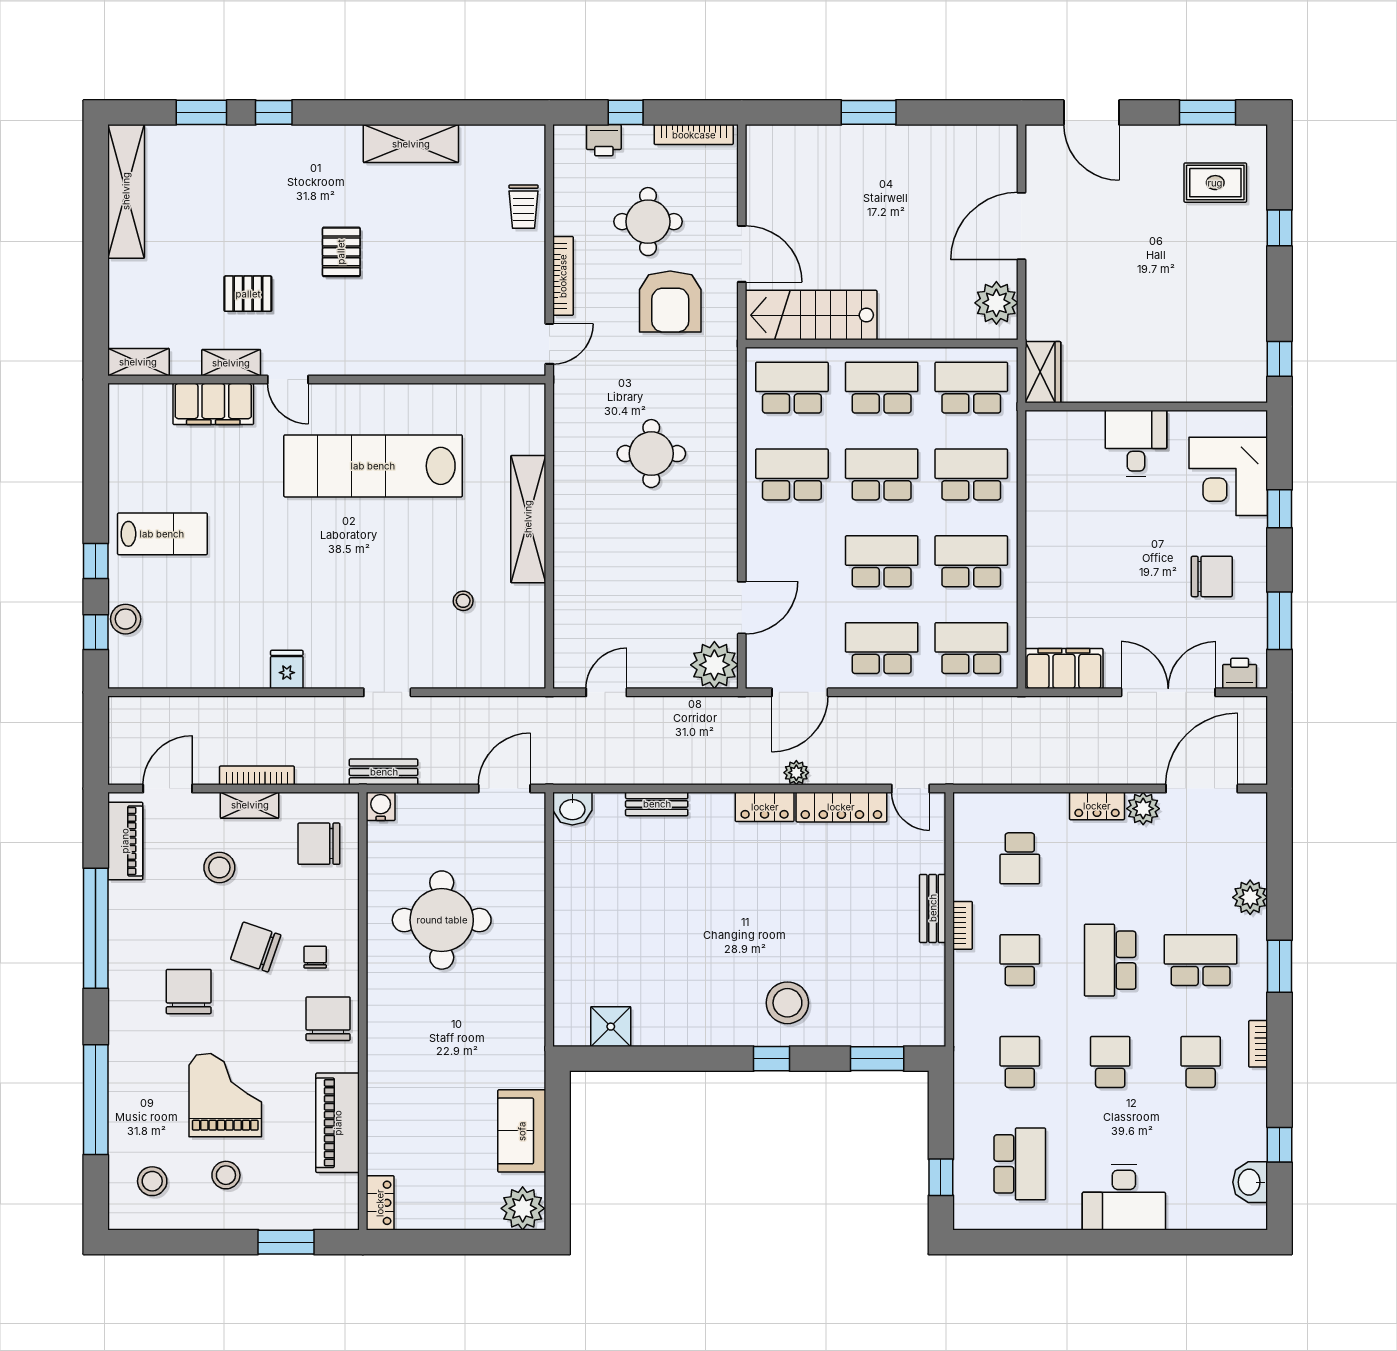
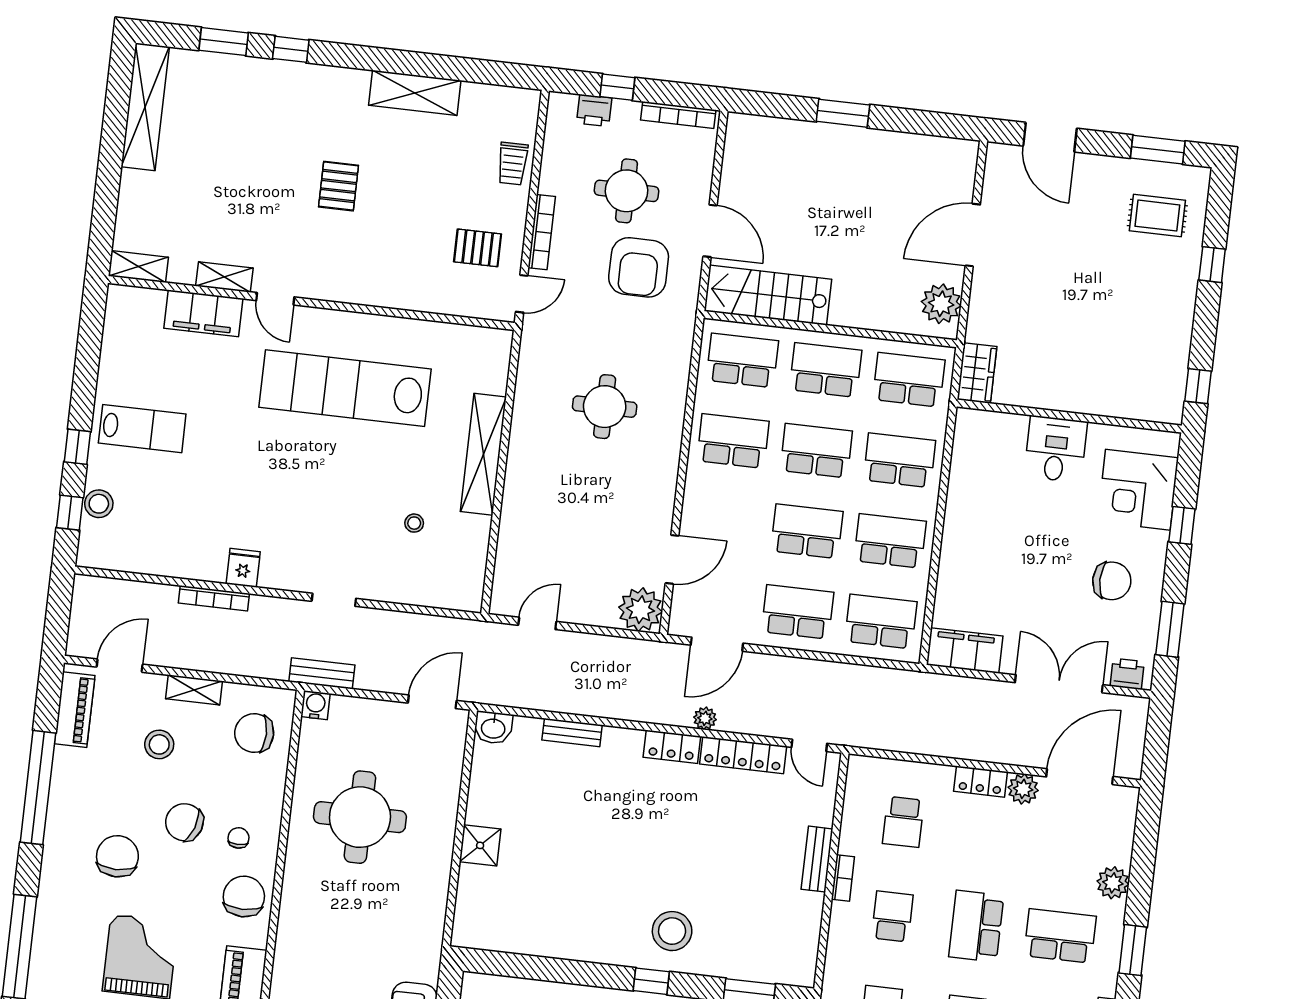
pallet: (248, 294) -> (478, 248), moved
bookcase: (257, 775) -> (214, 598), moved, turned 180
shower: (611, 1027) -> (480, 845), moved

